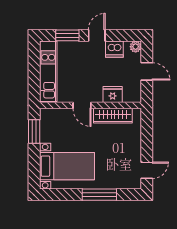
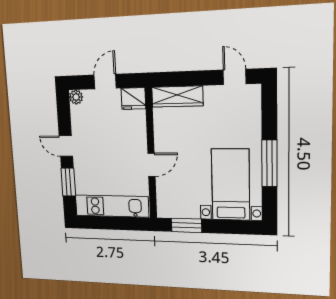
dishwasher: (114, 49) -> (81, 124), removed
fridge: (113, 95) -> (133, 99), moved, turned -90
wardrobe: (113, 116) -> (177, 96), moved, turned 90
window: (99, 195) -> (269, 163), moved

